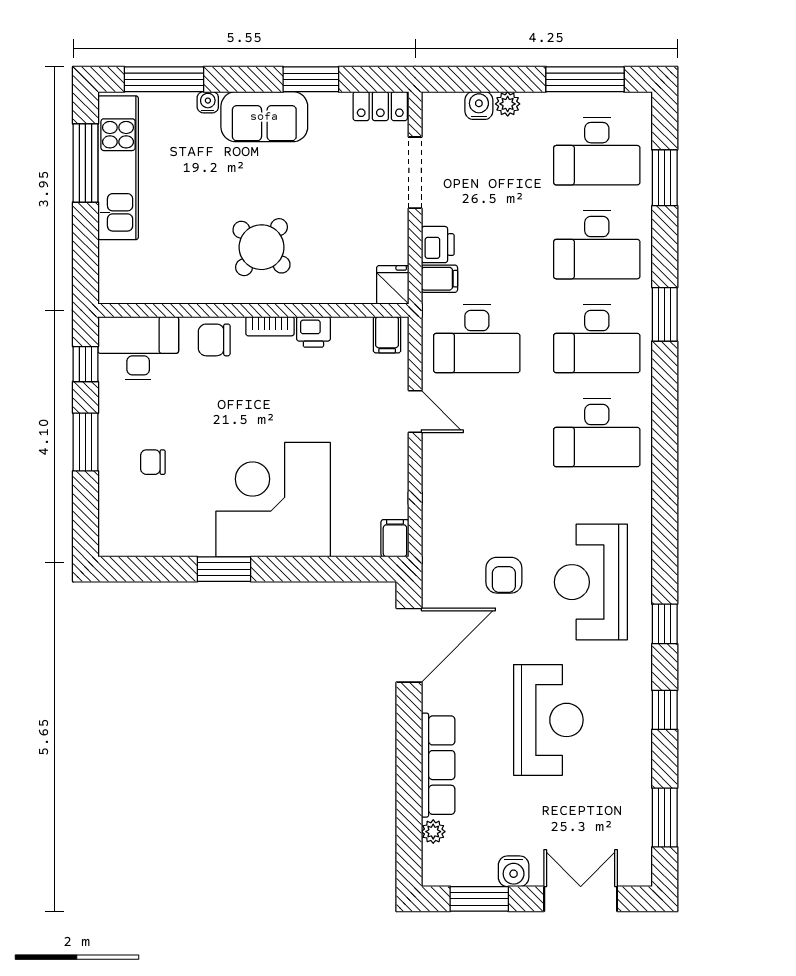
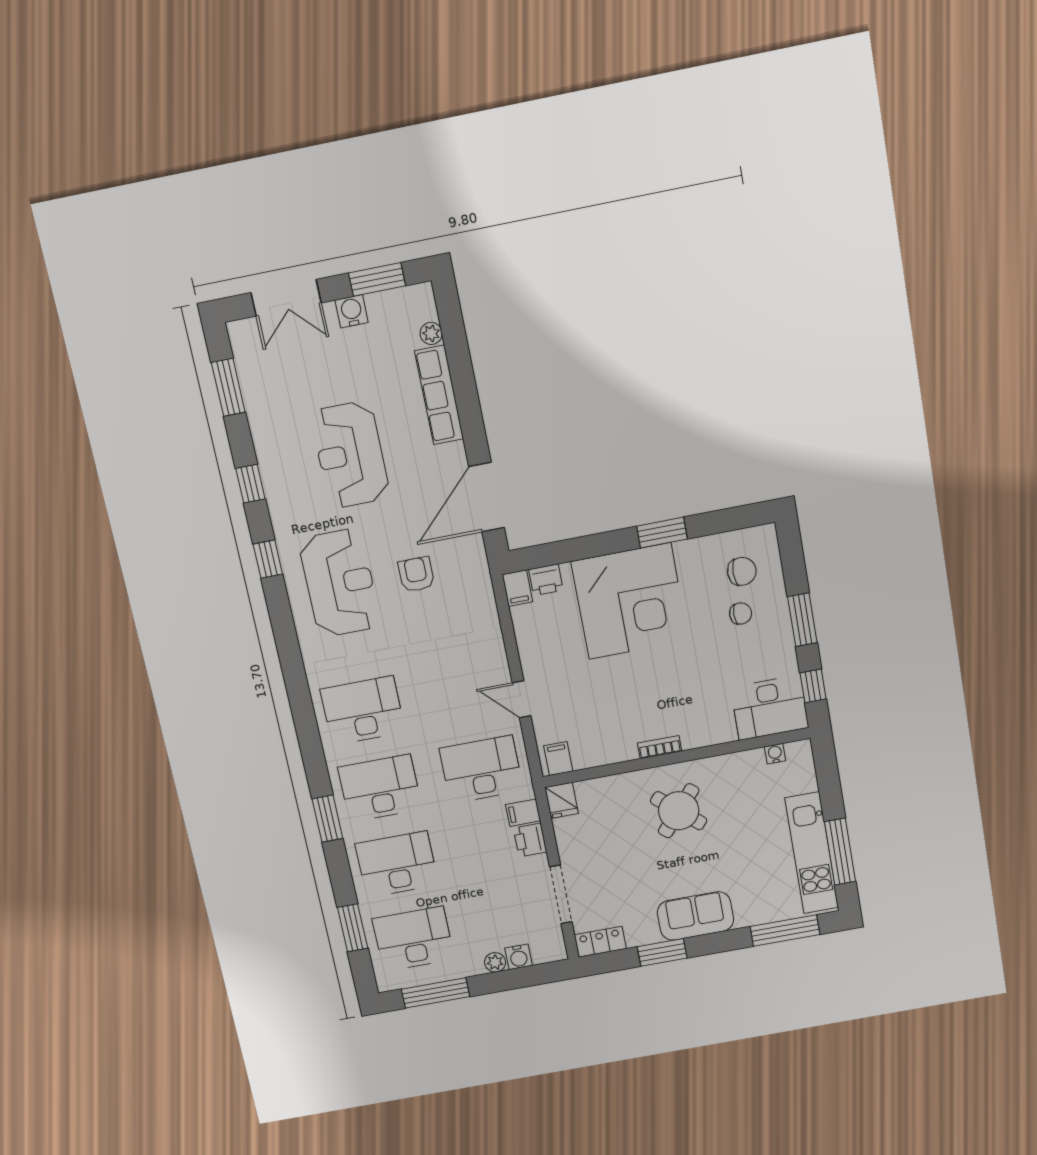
water cooler: (208, 102) -> (775, 754), moved, turned 180
printer: (313, 332) -> (546, 580), moved, turned 180
chair: (214, 340) -> (742, 571), moved

